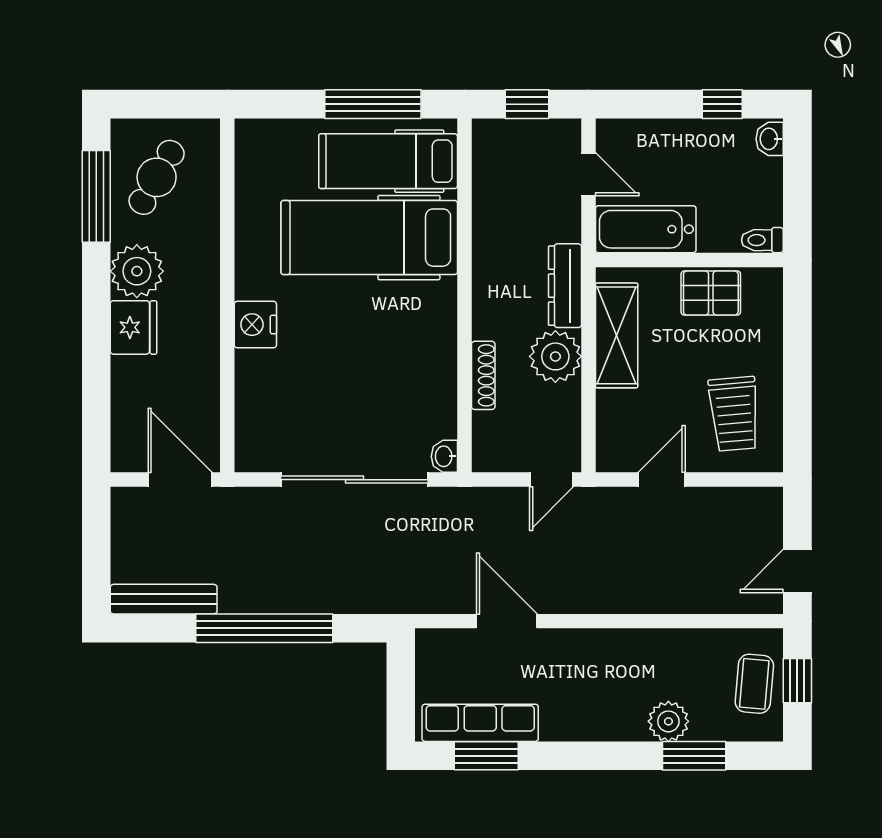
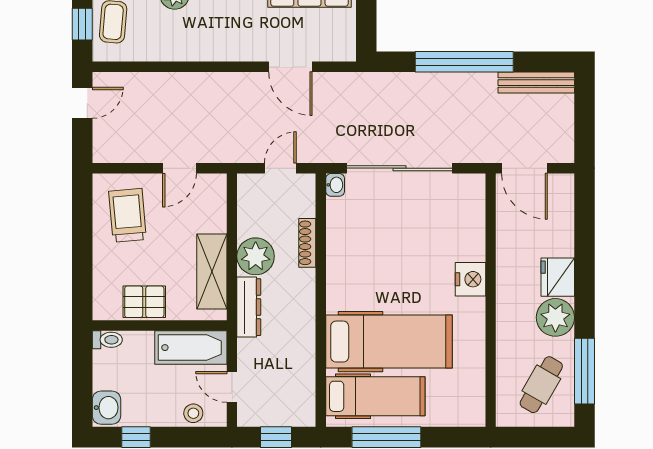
stool: (642, 137) -> (193, 413), added
washbasin: (770, 139) -> (106, 408), width x1.38, depth x1.45
door: (552, 480) -> (280, 168), moved

